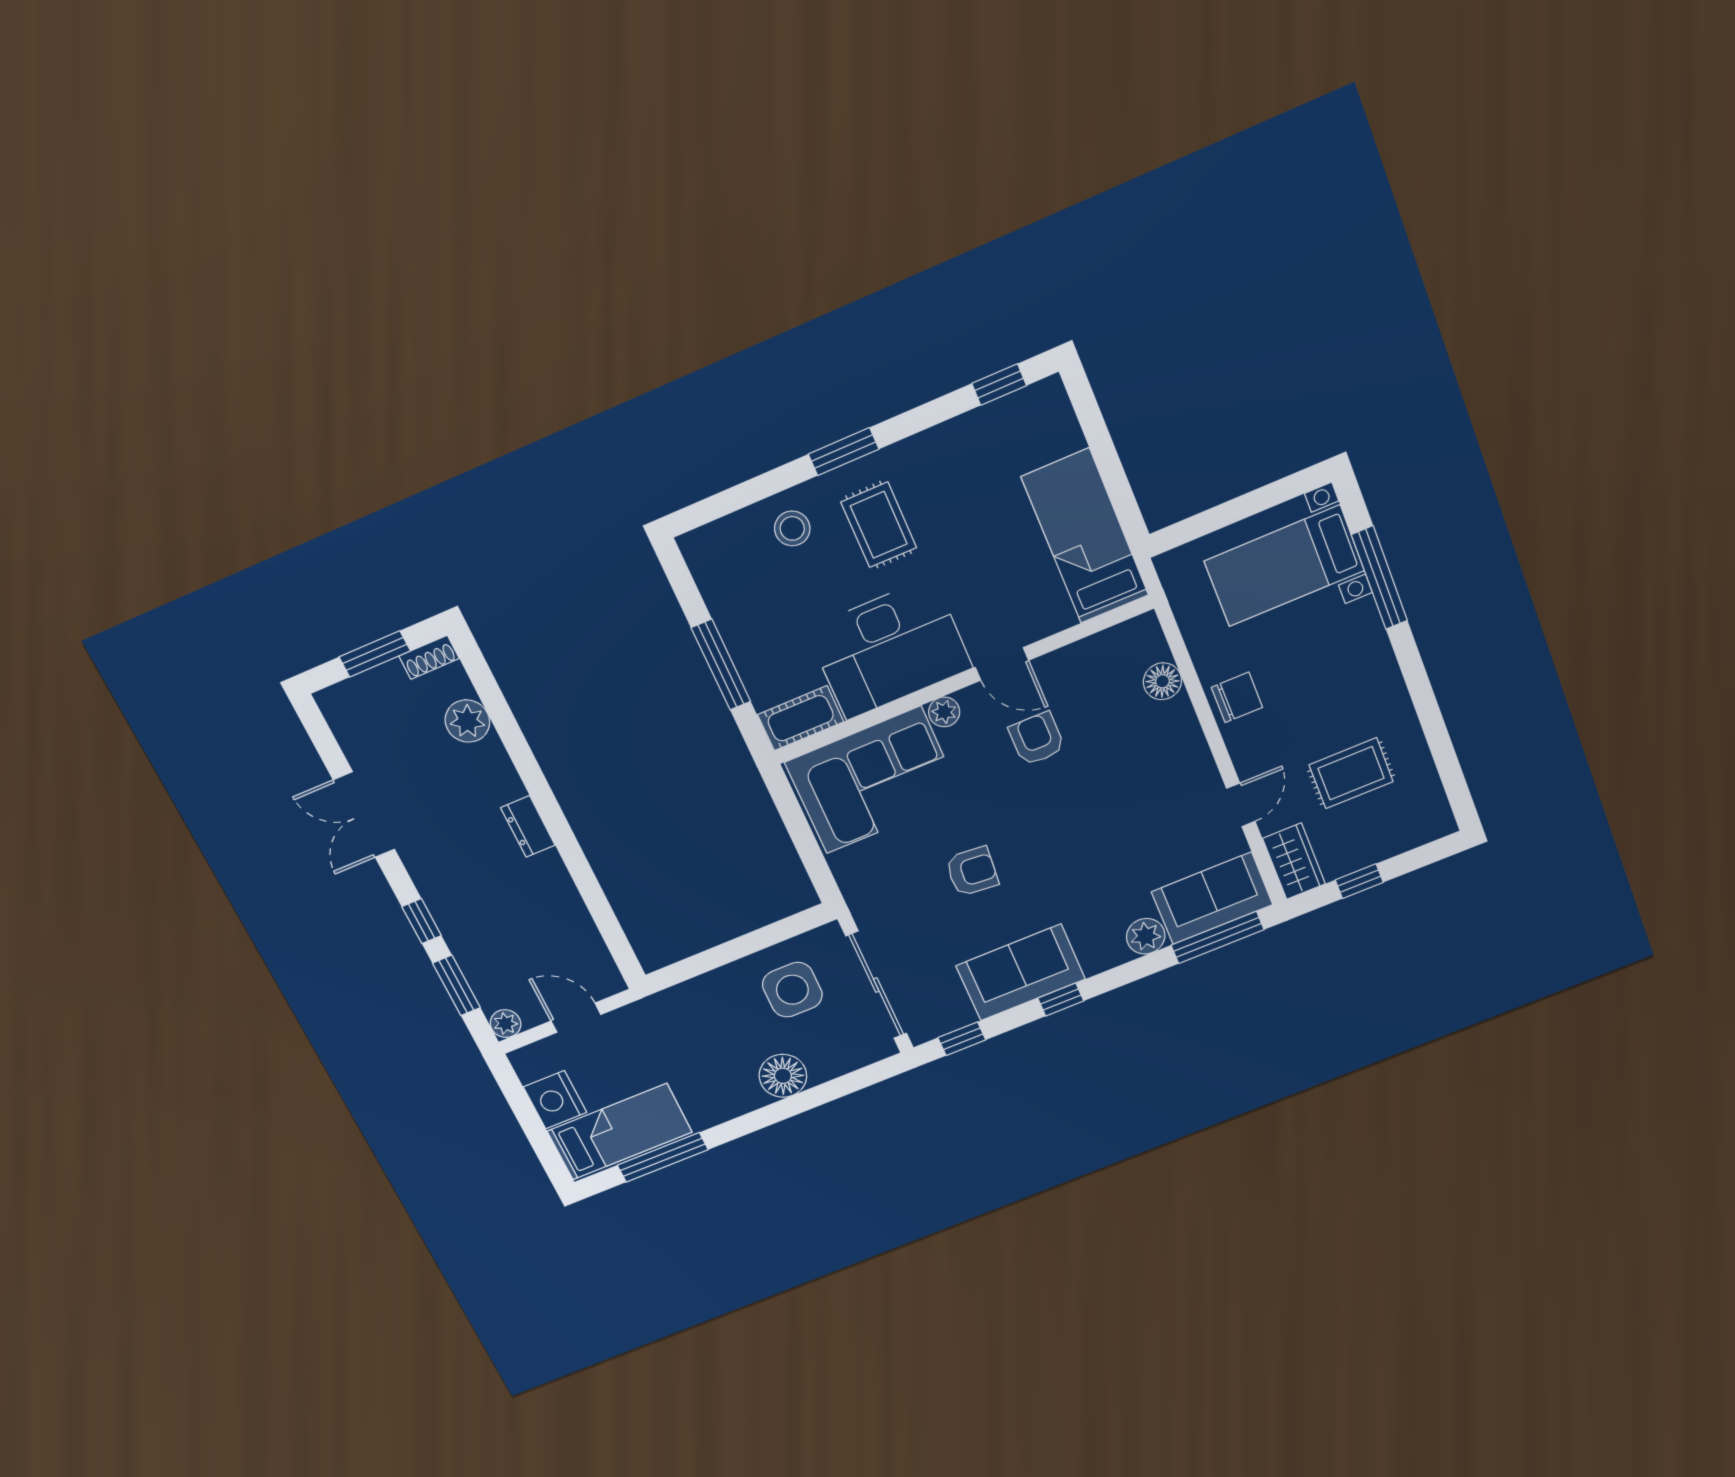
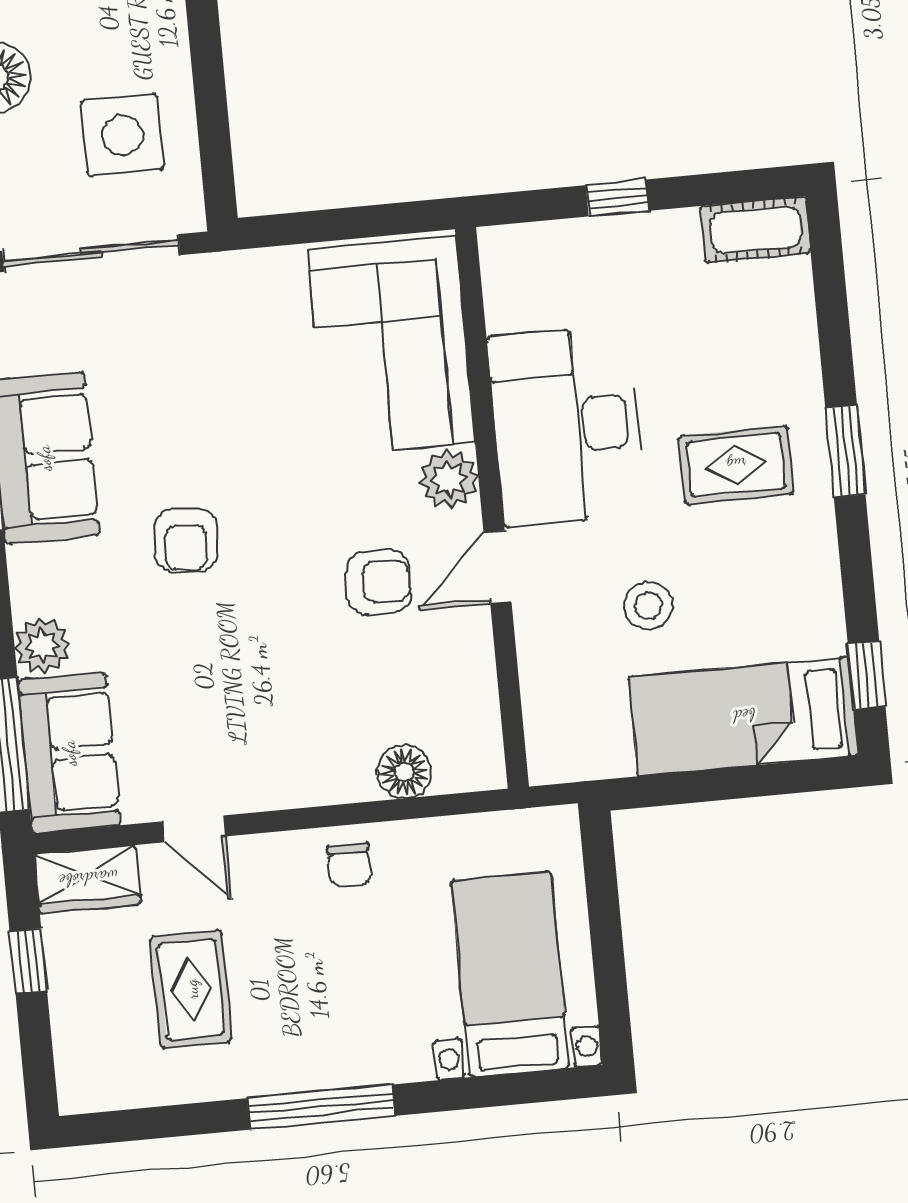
stool: (792, 528) -> (648, 606), moved
bed: (1085, 536) -> (744, 716), moved, turned 180
window: (1379, 578) -> (321, 1107), moved
window: (721, 665) -> (617, 198), width x0.46
chair: (1237, 697) -> (349, 865), width x0.73, depth x0.73
plant: (944, 712) -> (449, 479), width x1.38, depth x1.38
cot: (801, 718) -> (755, 230), moved, turned 90
armchair: (972, 871) -> (186, 540), moved

